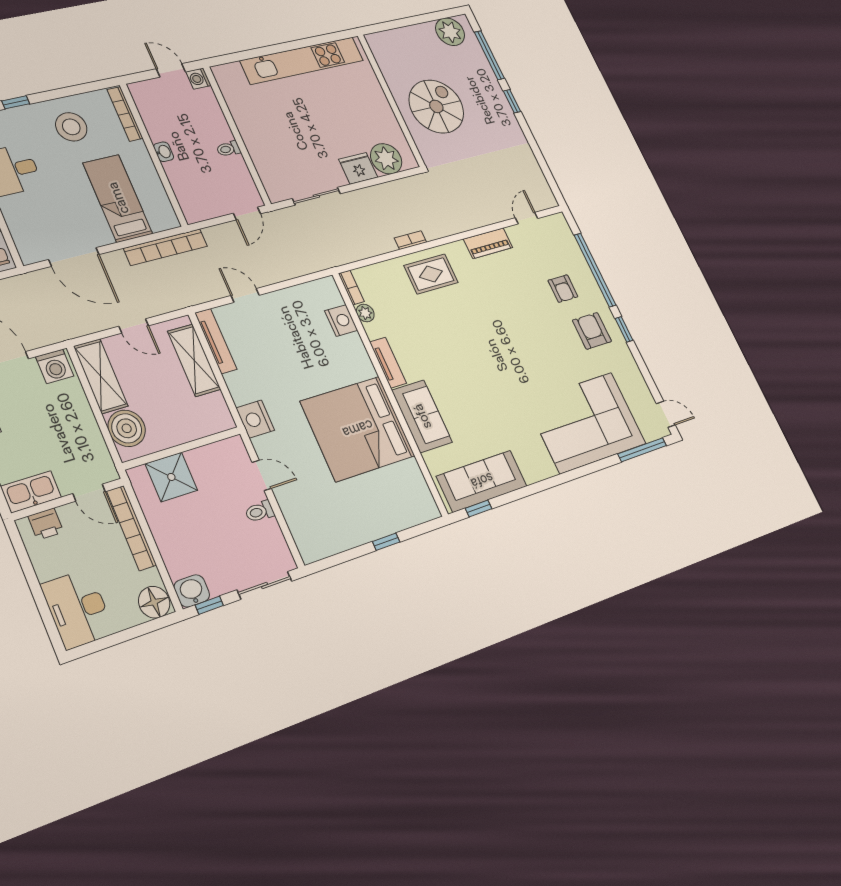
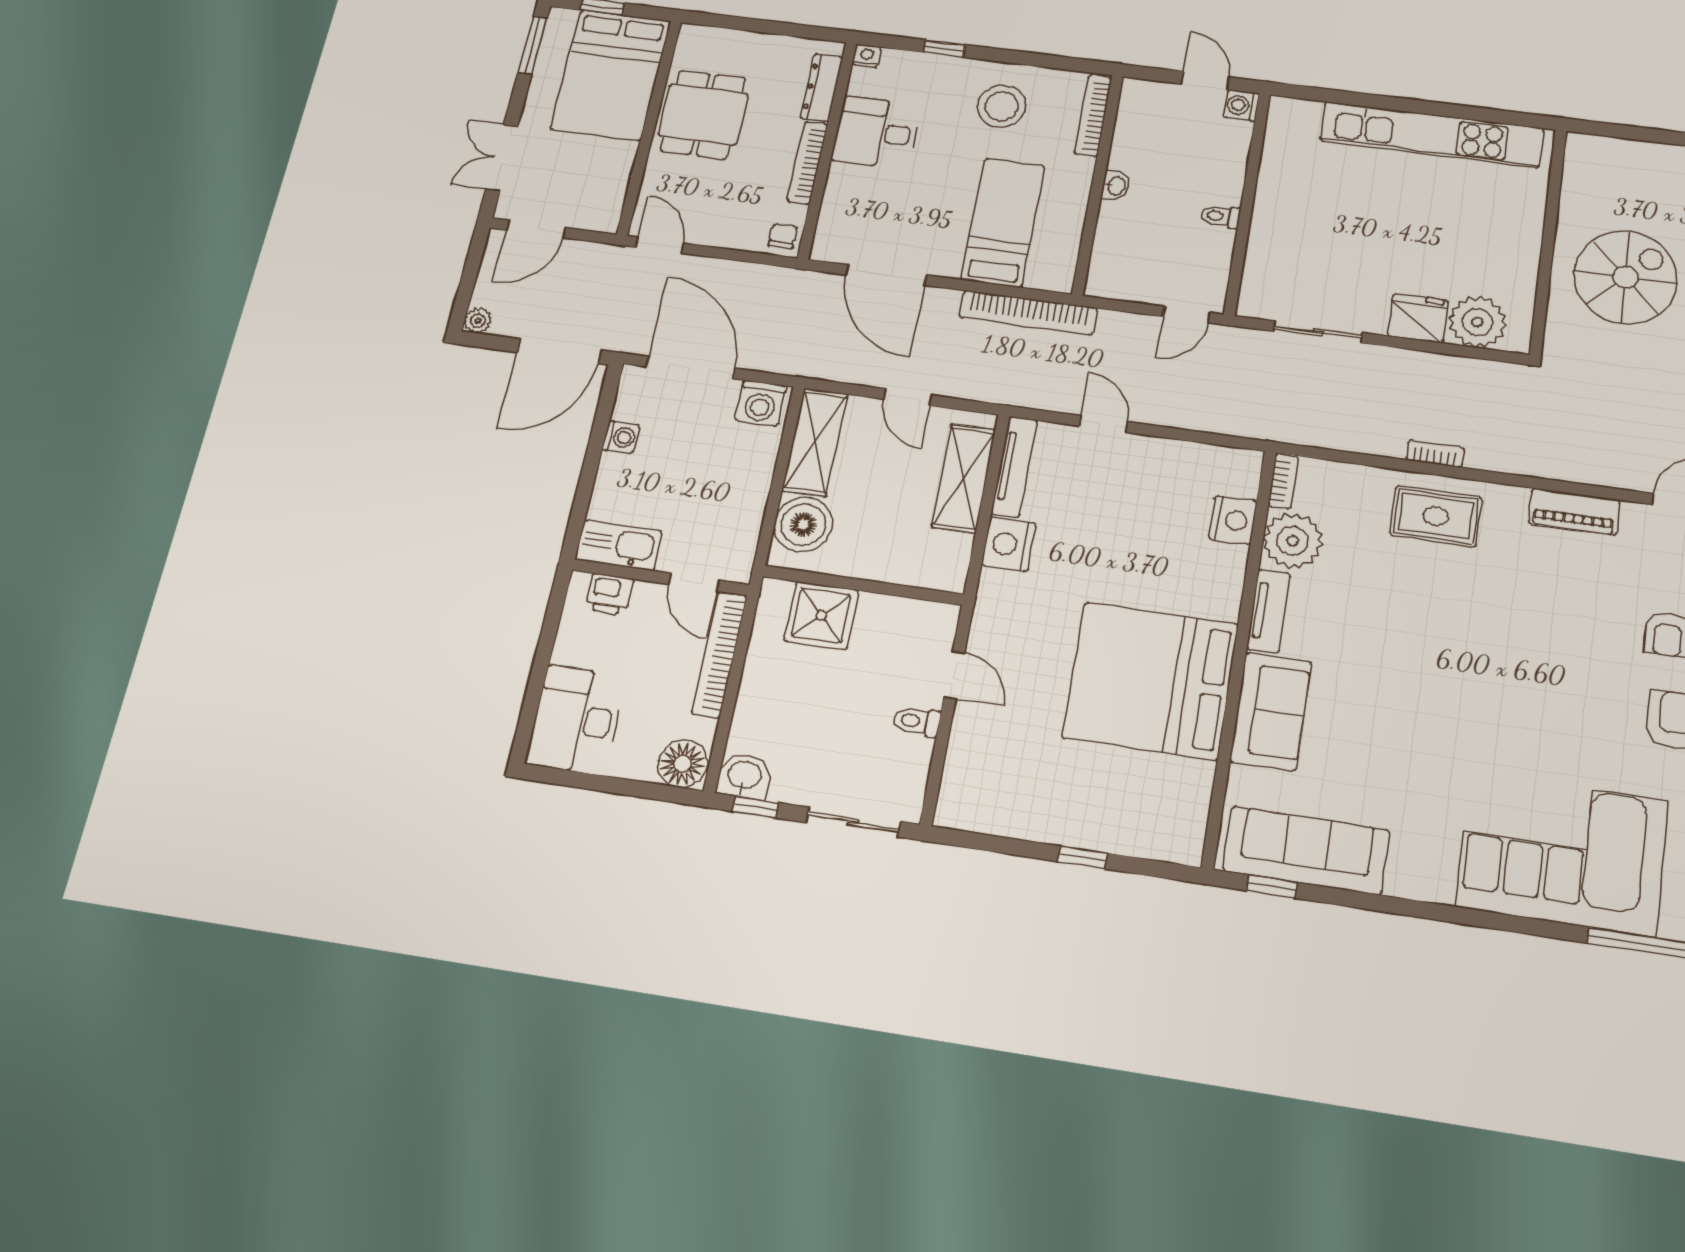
plant: (365, 313) -> (1293, 541), width x1.87, depth x1.87
nightstand: (255, 419) -> (1009, 544), moved

